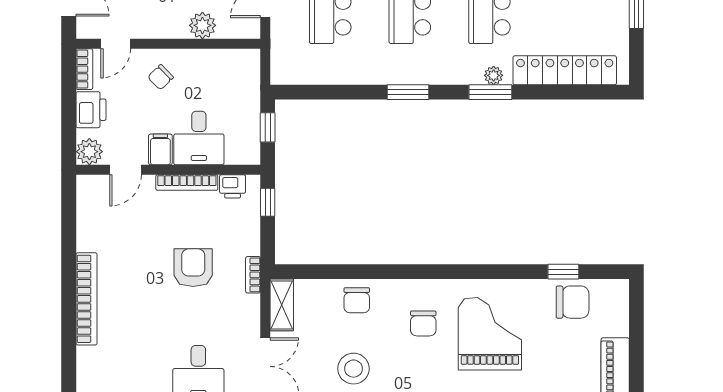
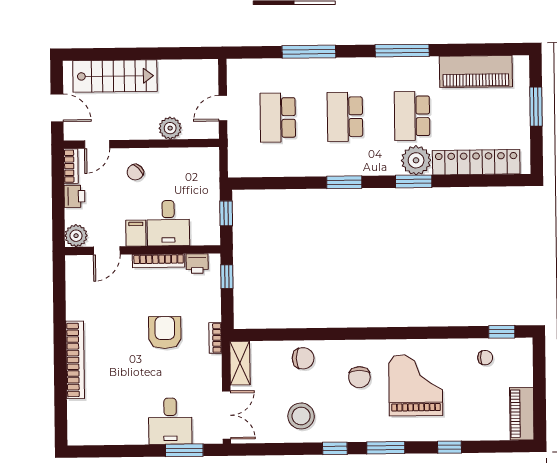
plant: (494, 75) -> (416, 160), width x1.88, depth x1.88
printer: (91, 110) -> (74, 196), width x0.73, depth x0.81
window: (563, 272) -> (502, 332), moved
chair: (357, 300) -> (303, 358), turned -90
chair: (573, 302) -> (485, 358), width x0.54, depth x0.54

